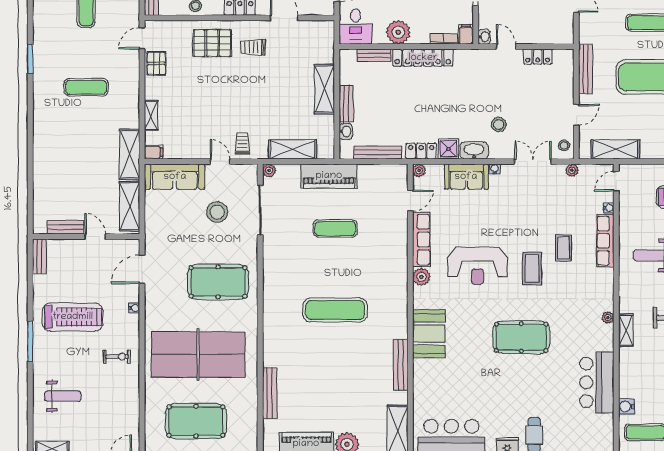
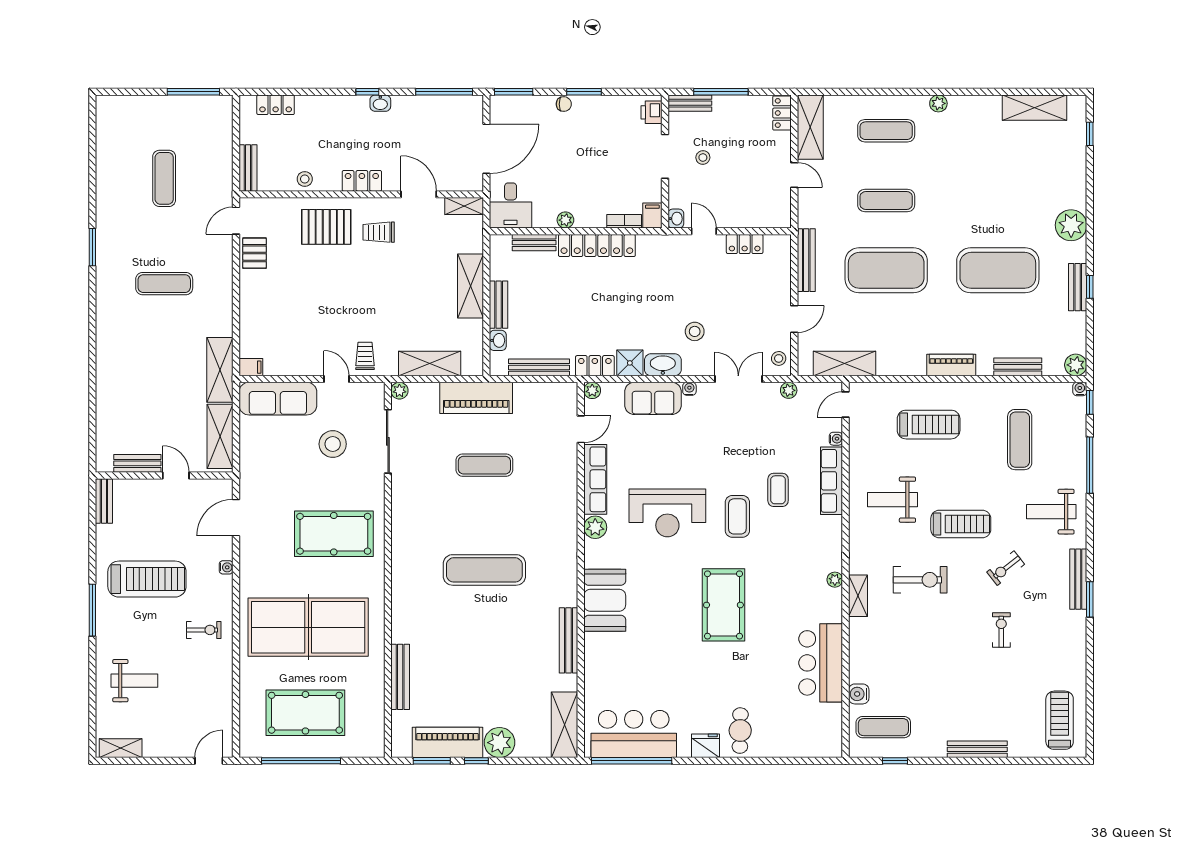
plant: (398, 32) -> (565, 220), width x0.53, depth x0.53
shelving: (151, 115) -> (464, 206), moved, turned 90
pool table: (521, 337) -> (723, 605), turned 90

